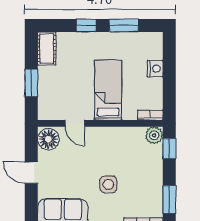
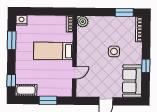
window: (86, 25) -> (11, 81), moved
nightstand: (155, 69) -> (21, 20), moved
floor lamp: (48, 139) -> (84, 90), removed
window: (169, 149) -> (91, 12), removed

